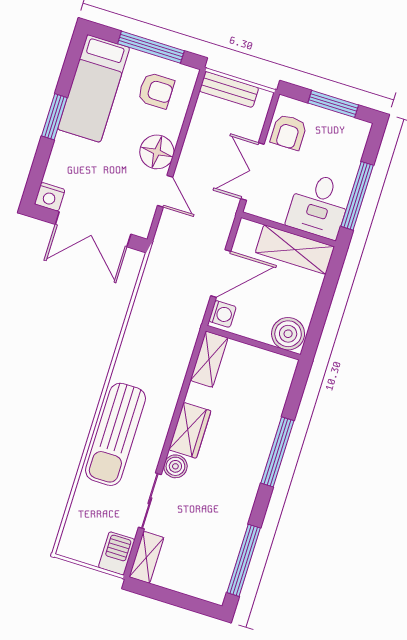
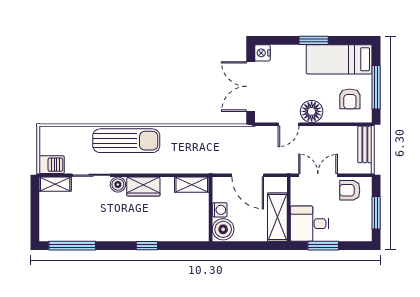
window: (357, 196) -> (323, 246), width x0.69
washing machine: (222, 314) -> (220, 210), moved, turned -90
sun lounger: (115, 434) -> (126, 141), turned 180
window: (277, 452) -> (147, 246), width x0.46

